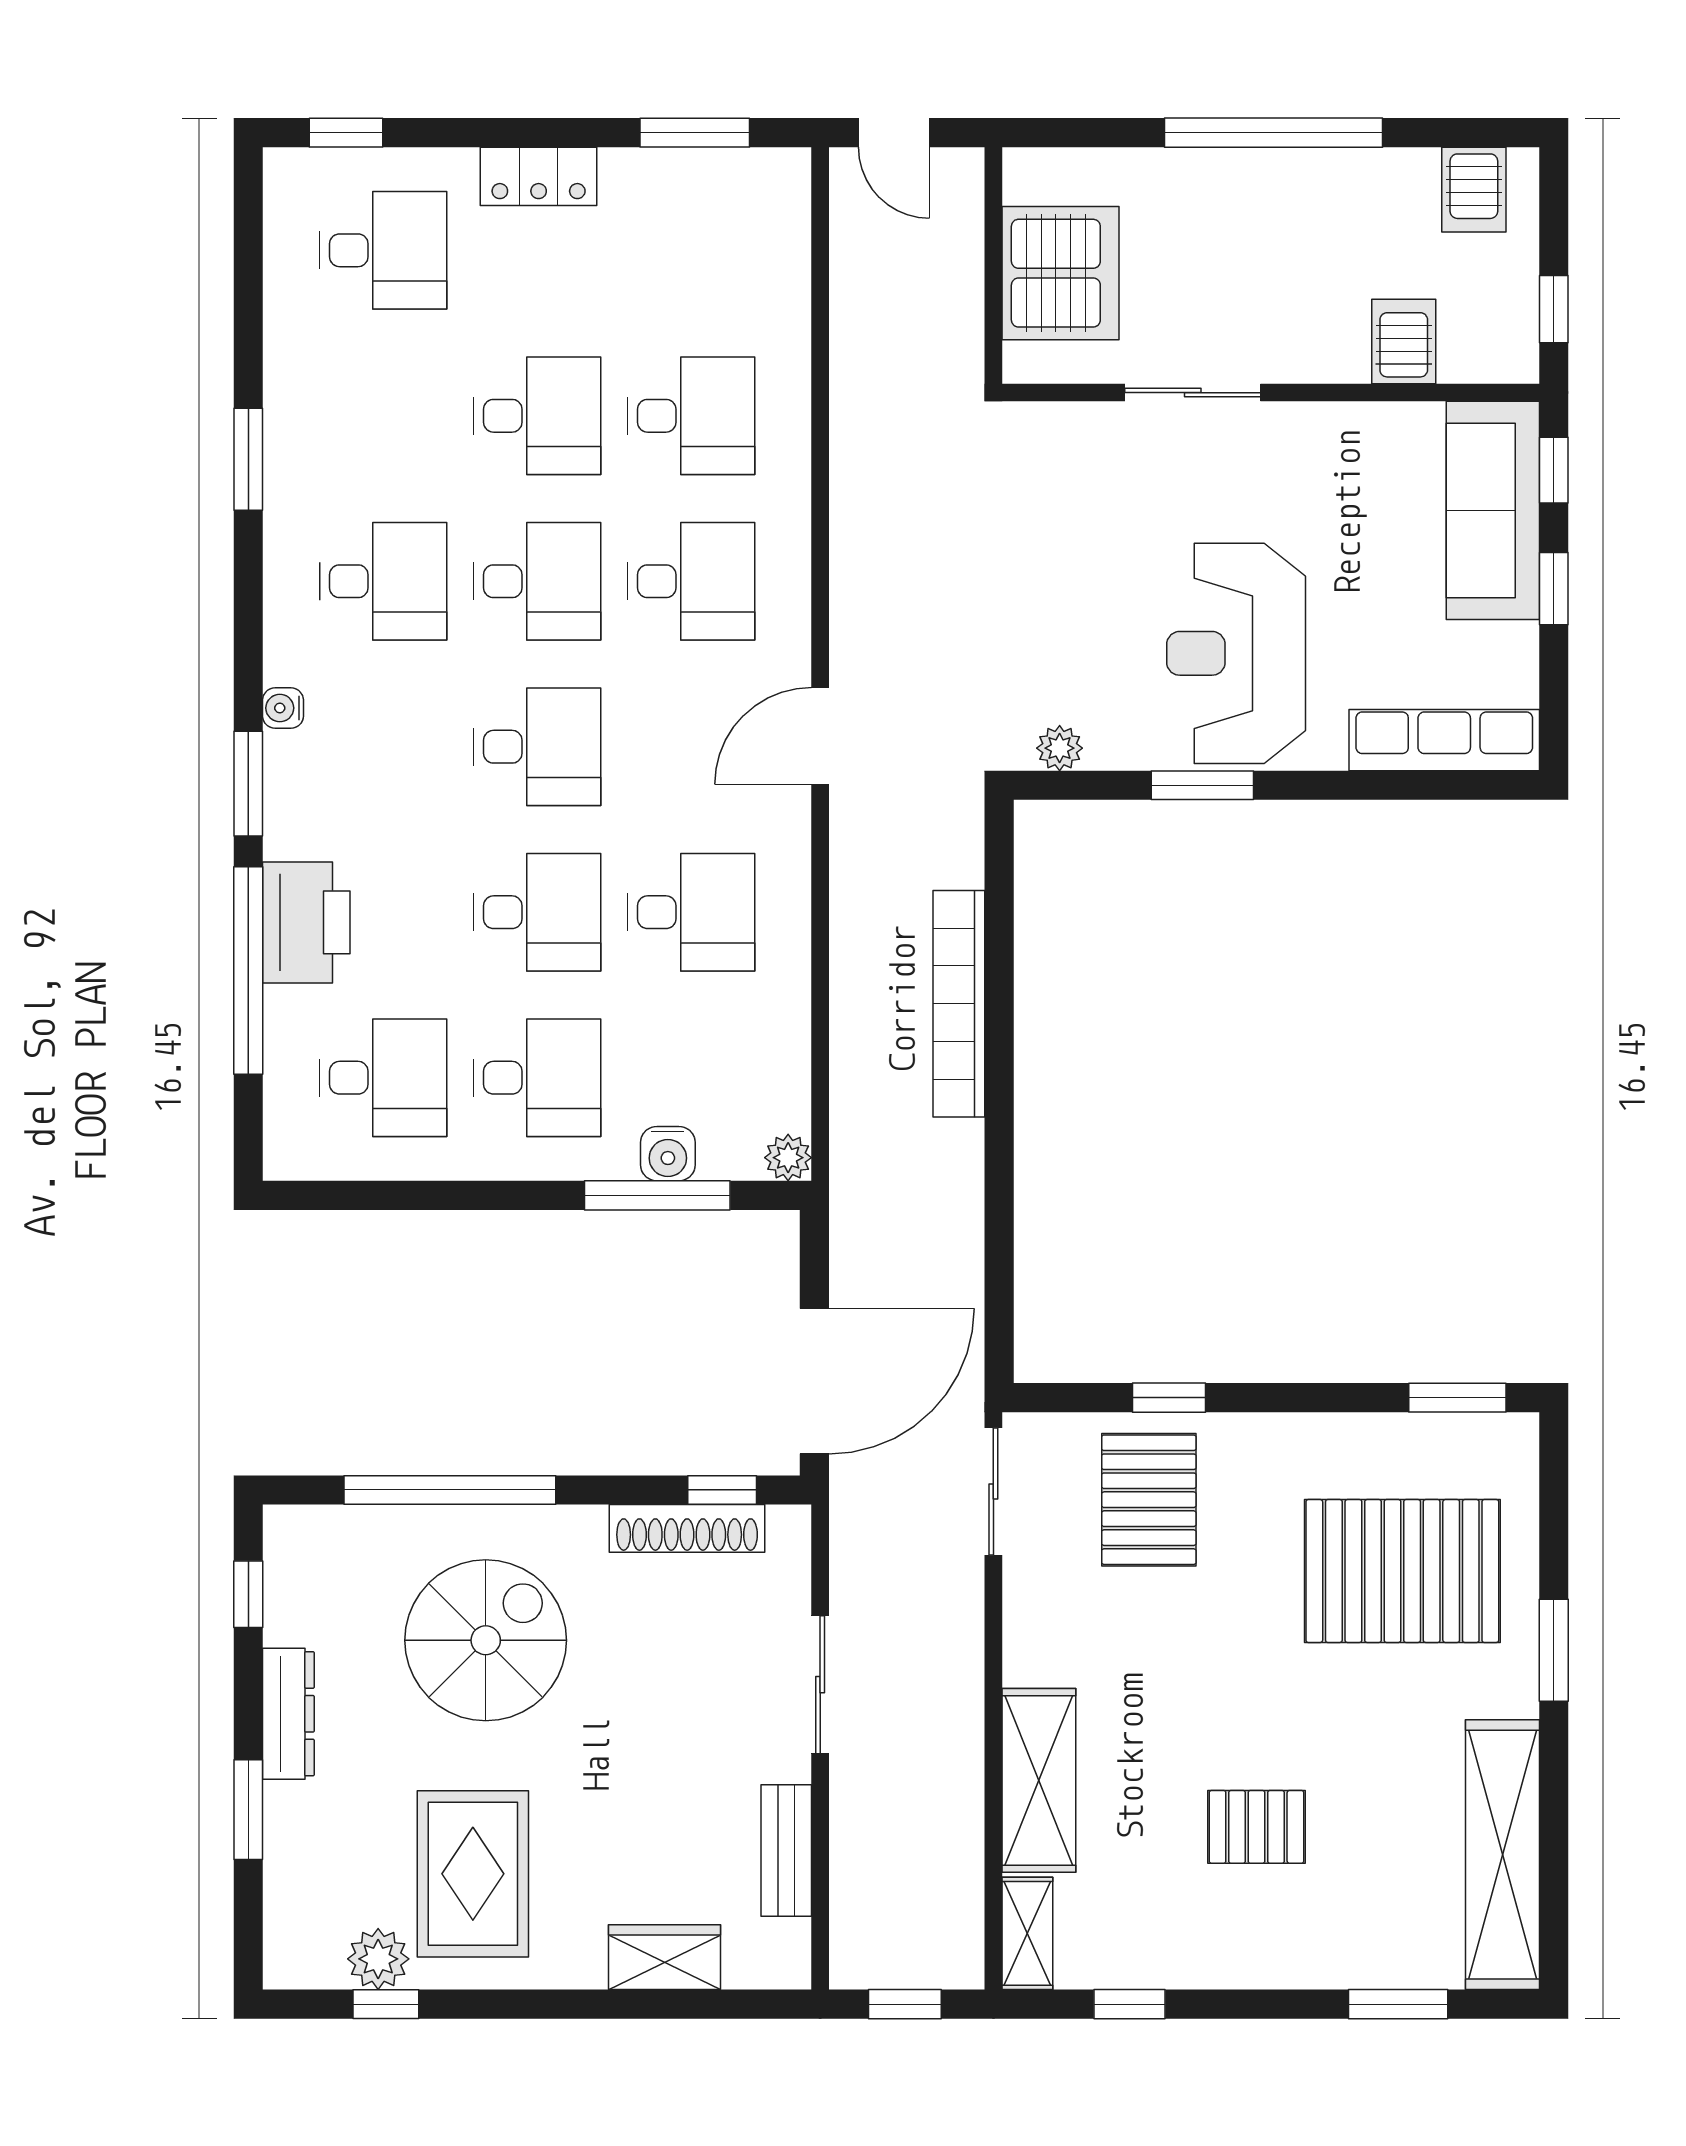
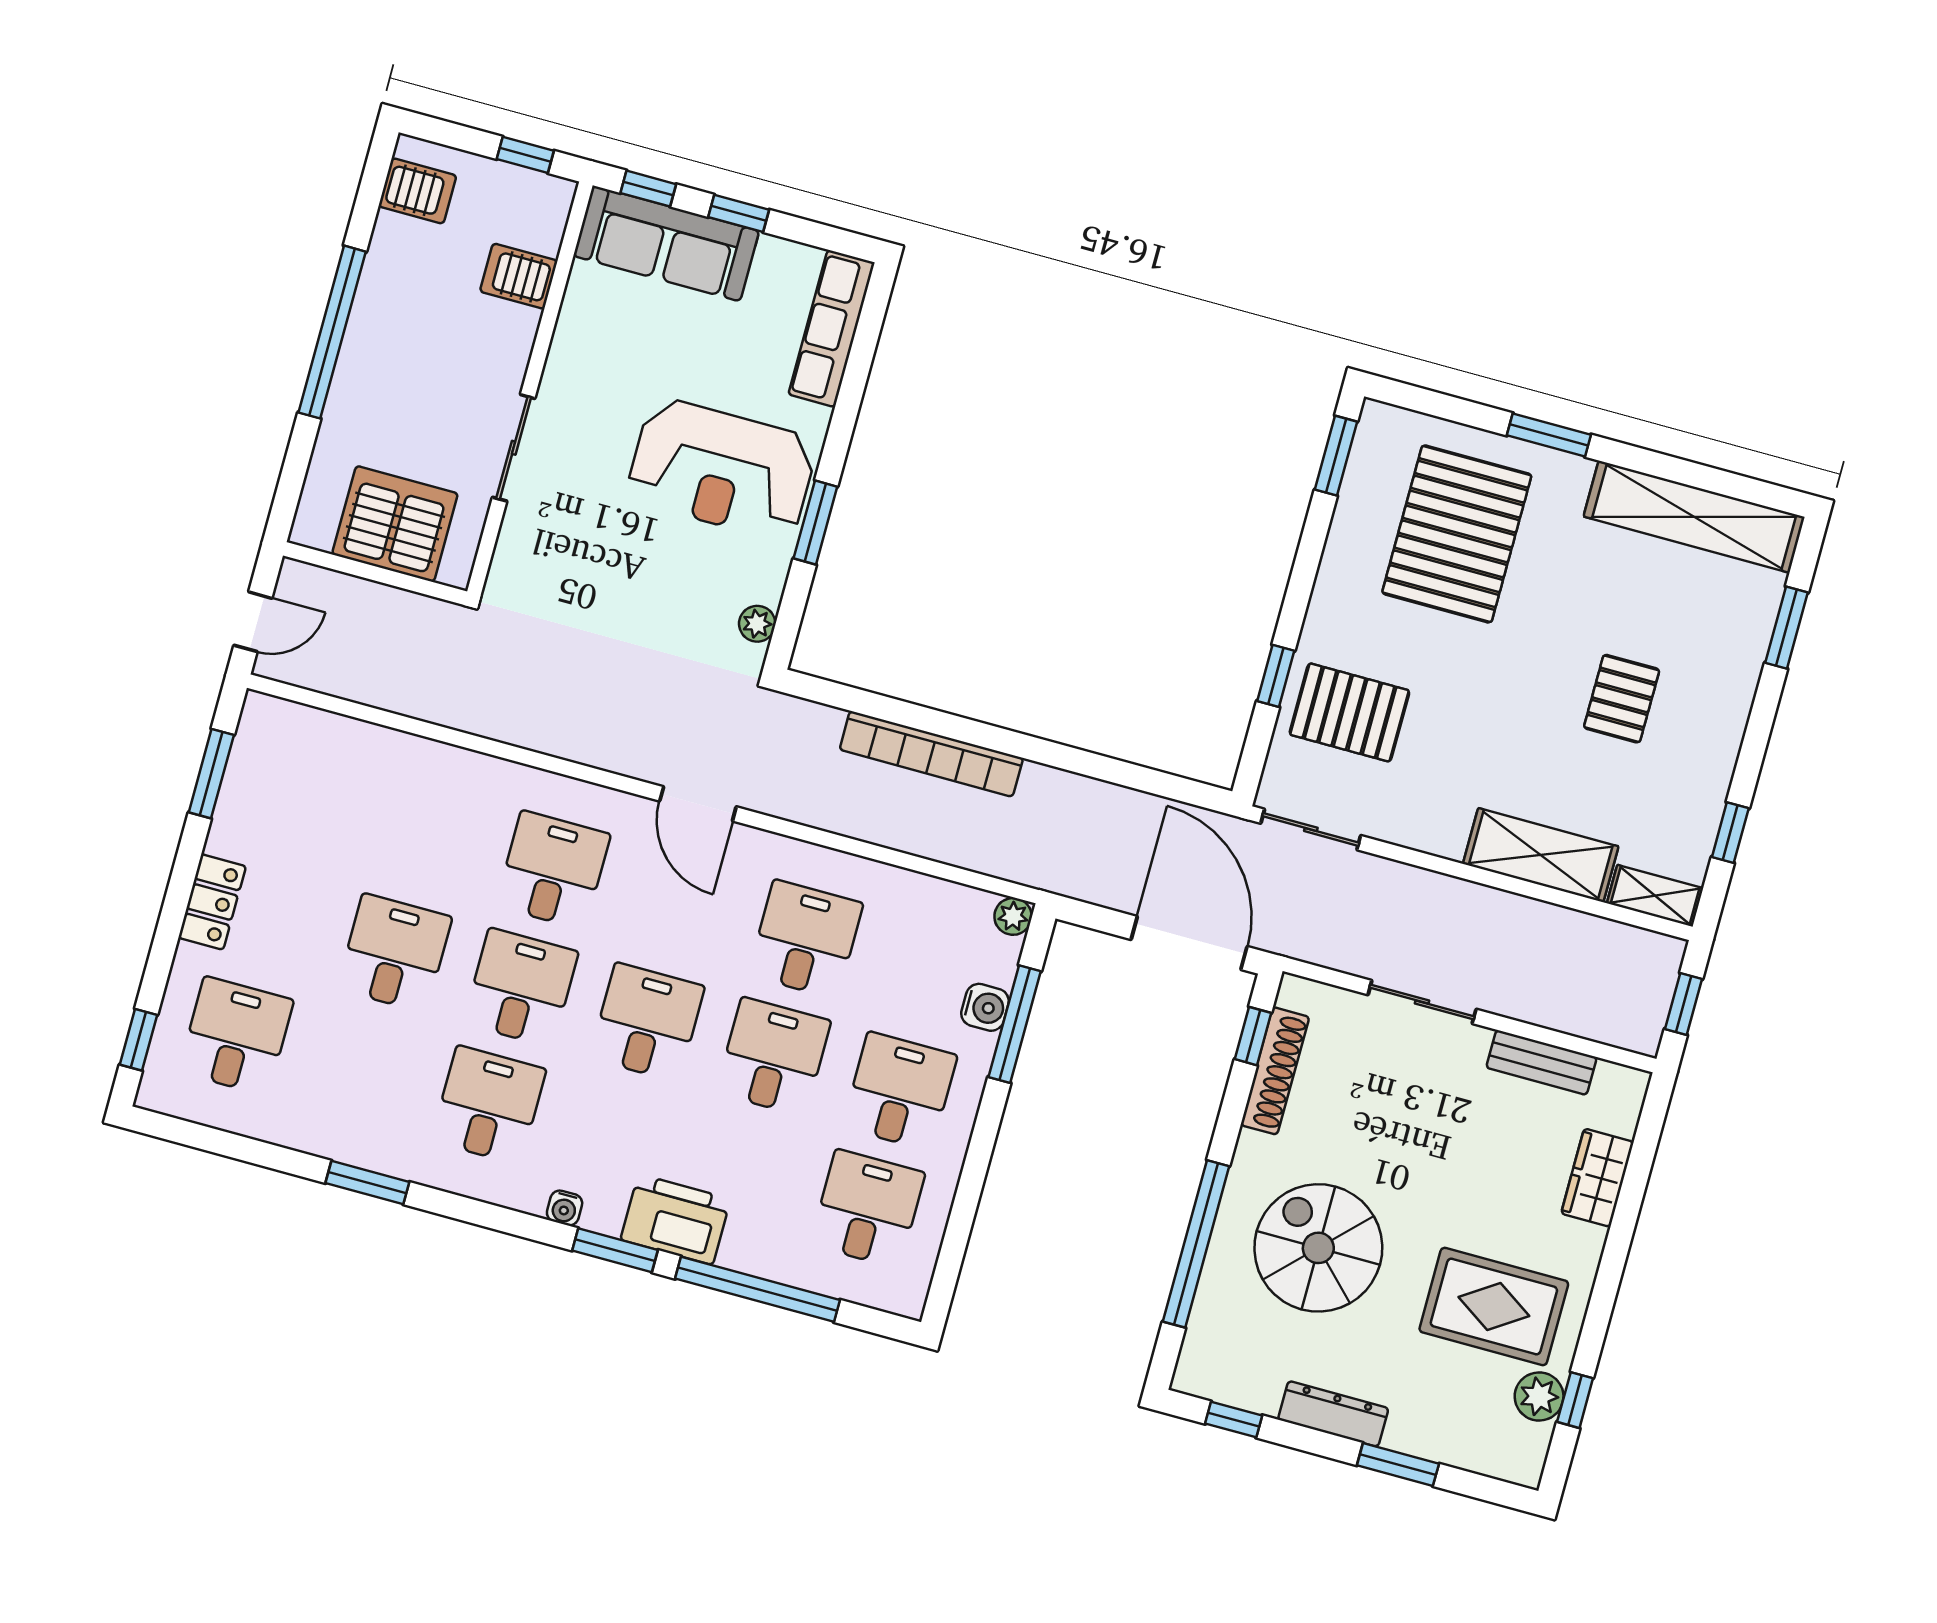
desk: (691, 416) -> (427, 836), removed
printer: (306, 922) -> (676, 1219), moved

